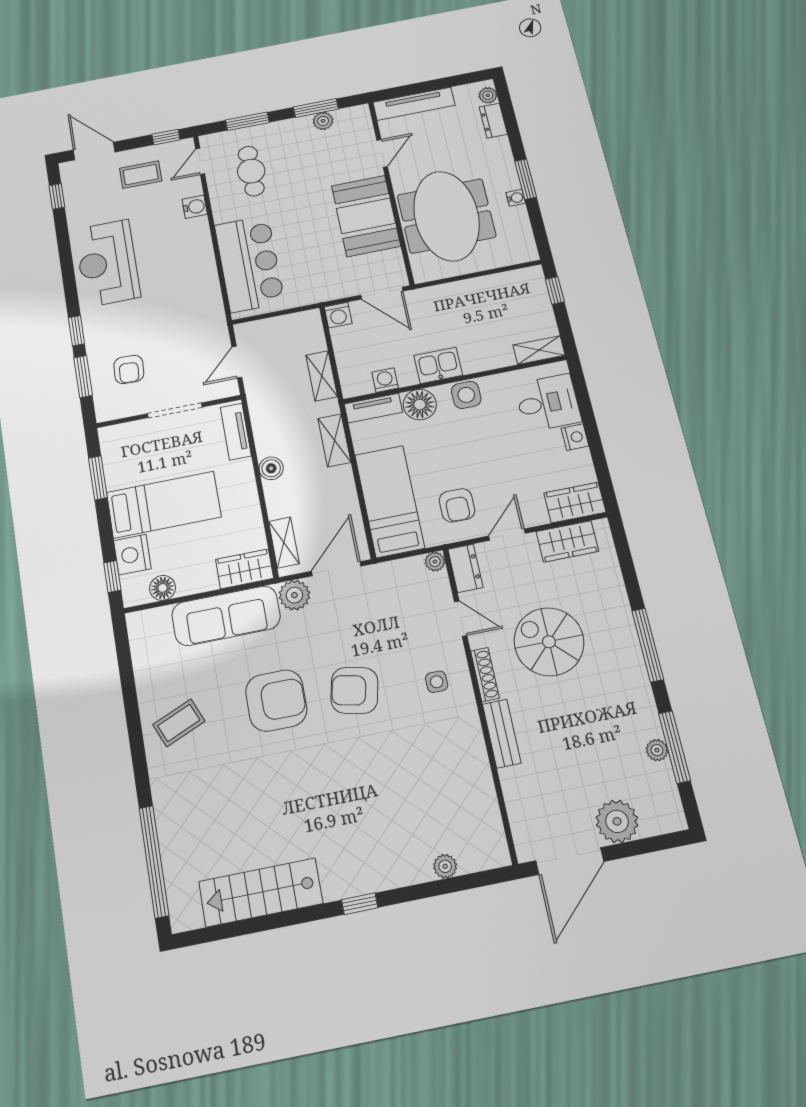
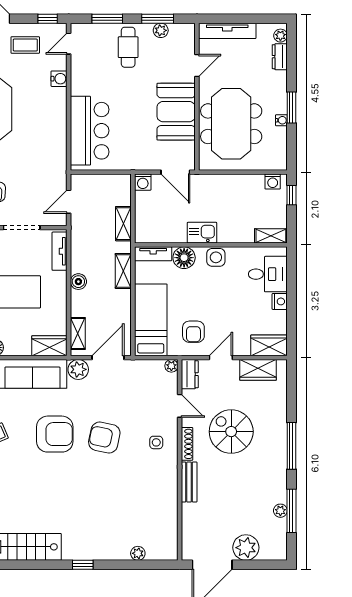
cafe table: (251, 171) -> (128, 47), moved
washing machine: (385, 380) -> (273, 181), moved, turned 180

